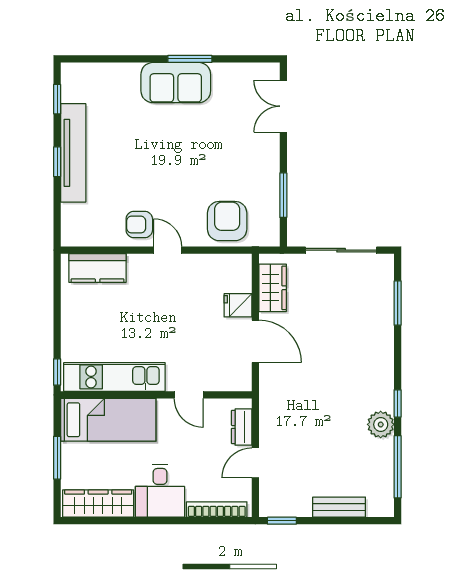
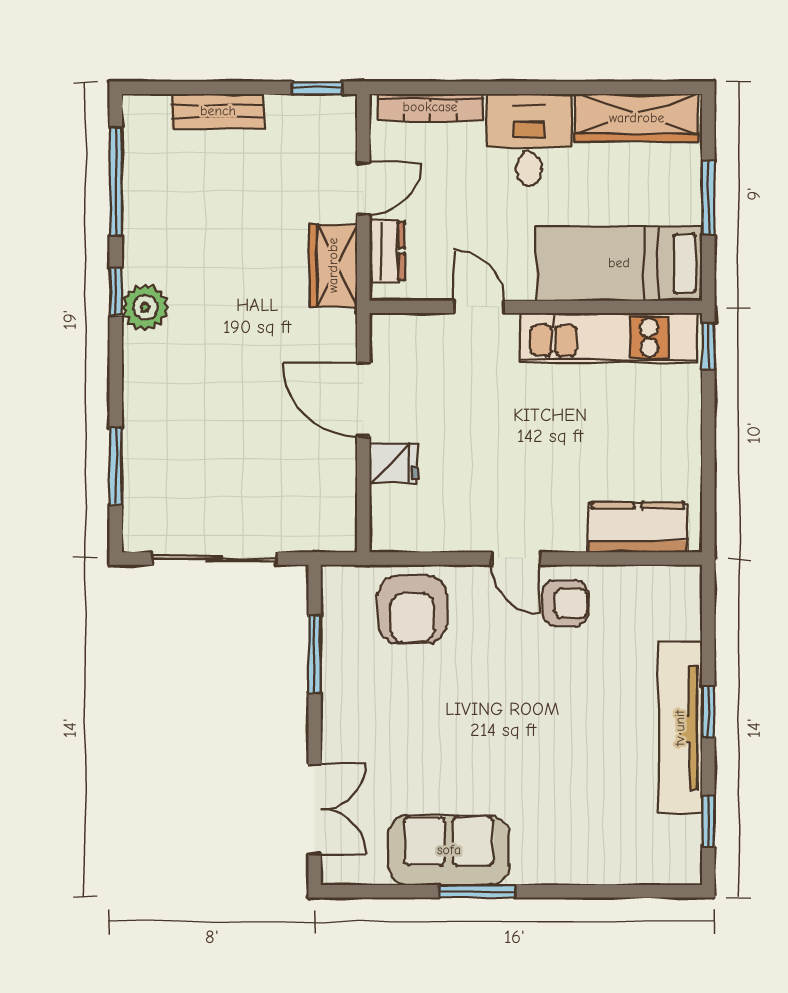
sofa: (176, 83) -> (449, 850), moved
wardrobe: (273, 288) -> (333, 265), moved
plant: (381, 424) -> (145, 307), moved

